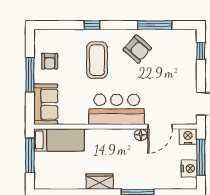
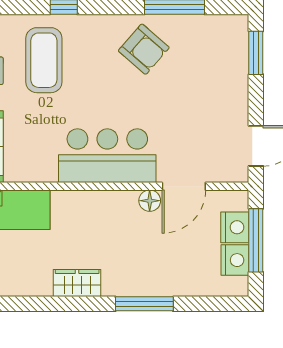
window: (201, 51) -> (256, 53), width x1.50
coffee table: (97, 60) -> (44, 60), moved
nightstand: (188, 137) -> (235, 227), moved, turned 90

